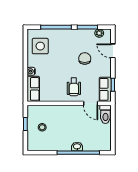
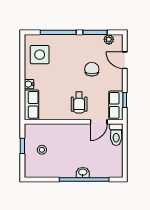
door: (91, 103) -> (99, 122), hinge flipped

